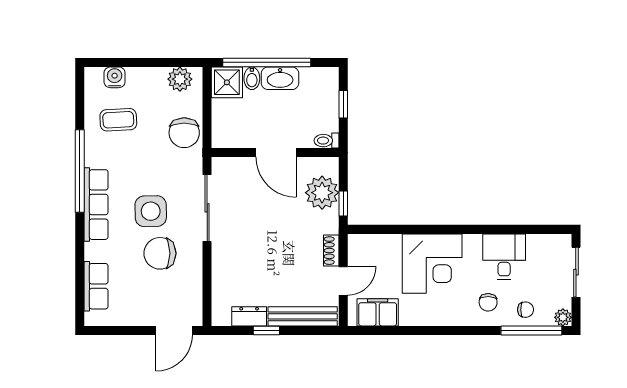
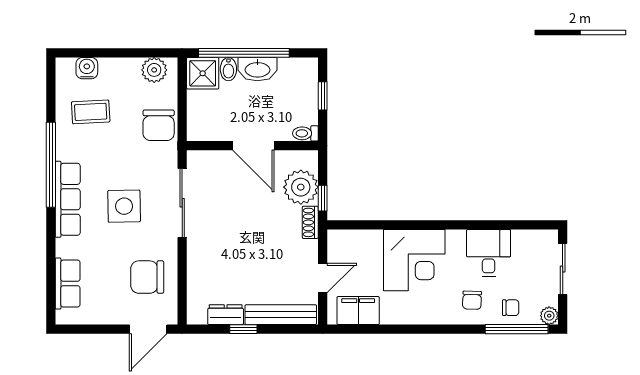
shoe rack: (331, 251) -> (310, 222), moved
chair: (160, 253) -> (147, 277), moved

